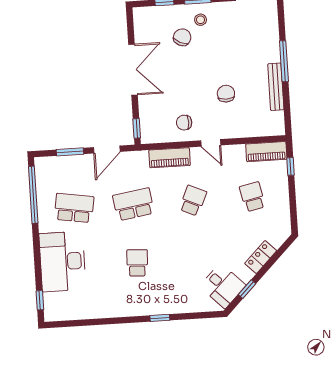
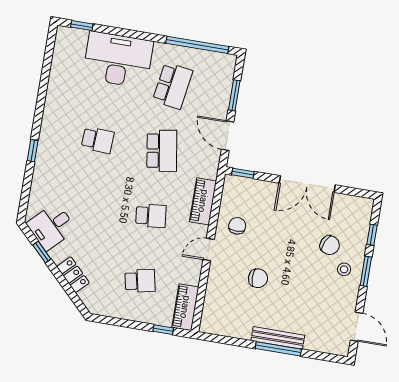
bench: (276, 87) -> (278, 338), moved
school desk: (193, 201) -> (151, 216), turned -30

